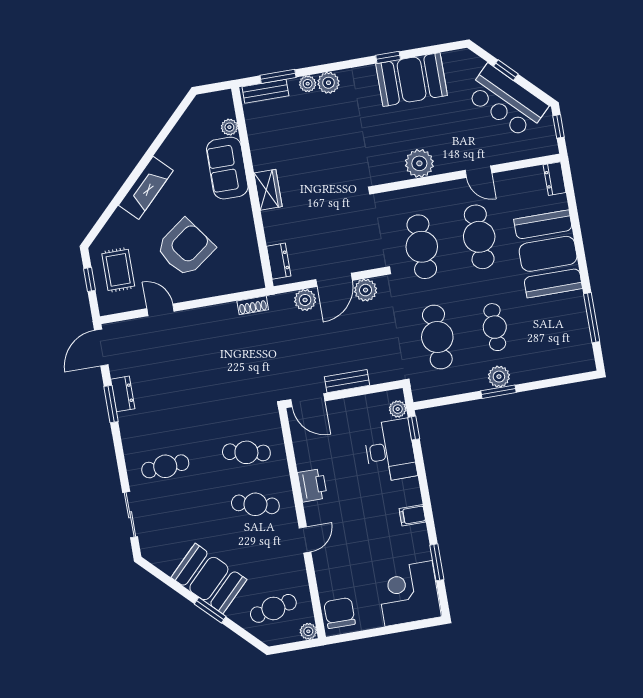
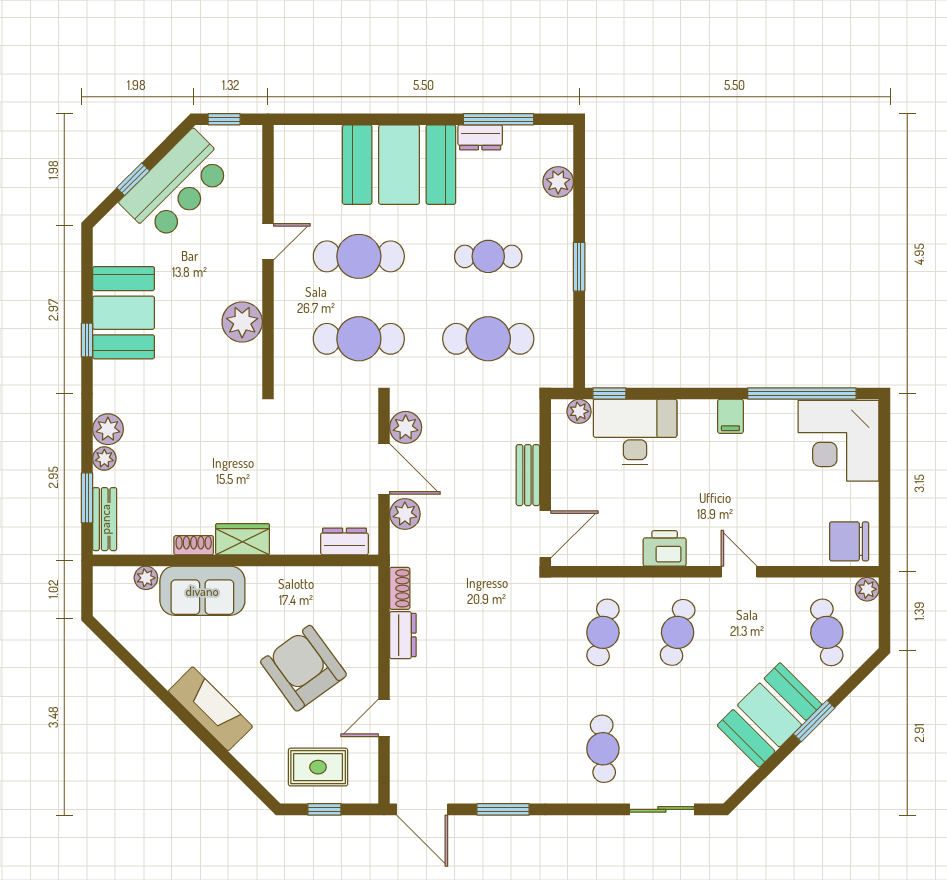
shoe rack: (258, 156) -> (194, 545), added
dresser: (555, 179) -> (480, 137), moved
plant: (499, 377) -> (558, 182), moved
dresser: (123, 394) -> (403, 635), moved, turned 90
window: (437, 562) -> (802, 394), width x2.11

